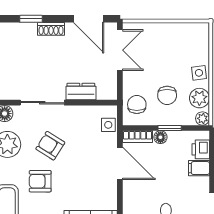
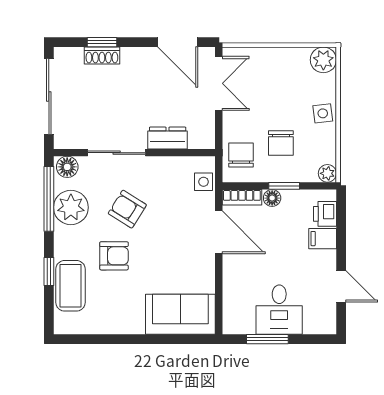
shoe rack: (51, 29) -> (102, 55), moved
plant: (199, 98) -> (323, 60), moved
armchair: (40, 181) -> (114, 256), turned 180

